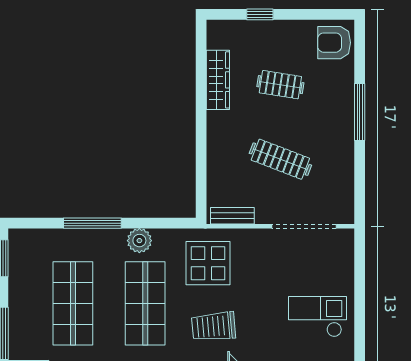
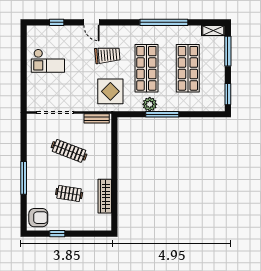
window: (260, 14) -> (57, 234), moved
window: (92, 223) -> (162, 114), moved

